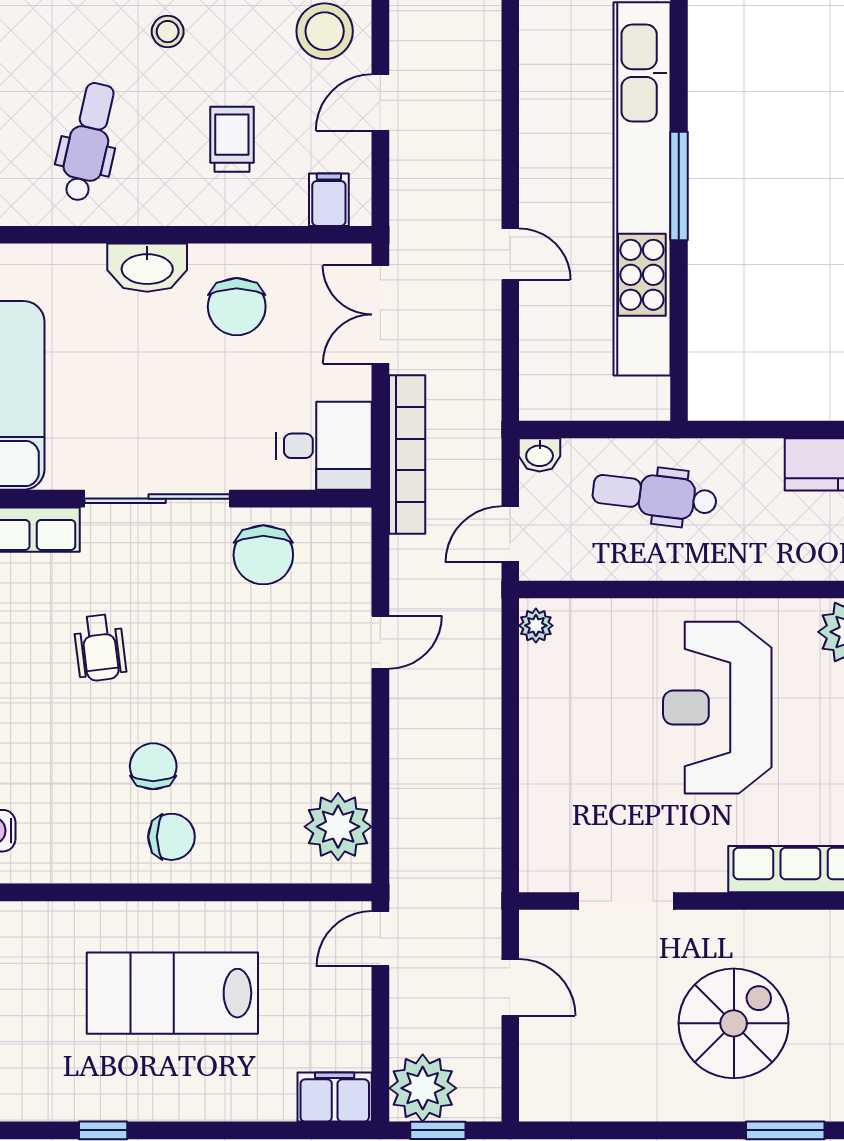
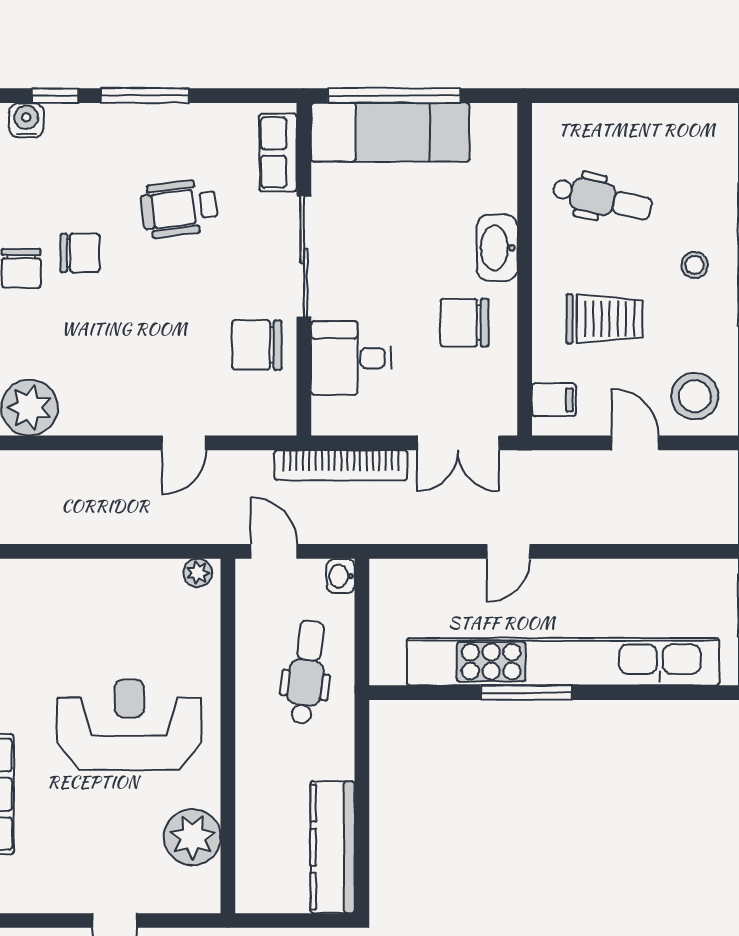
trolley: (232, 139) -> (604, 319), width x1.36, depth x1.39
window: (679, 186) -> (526, 693), moved
double door: (380, 315) -> (458, 443), swing flipped
desk: (324, 446) -> (351, 358), moved, turned 90
door: (380, 642) -> (184, 443), hinge flipped
wheelchair: (100, 648) -> (179, 208), width x1.36, depth x1.37

